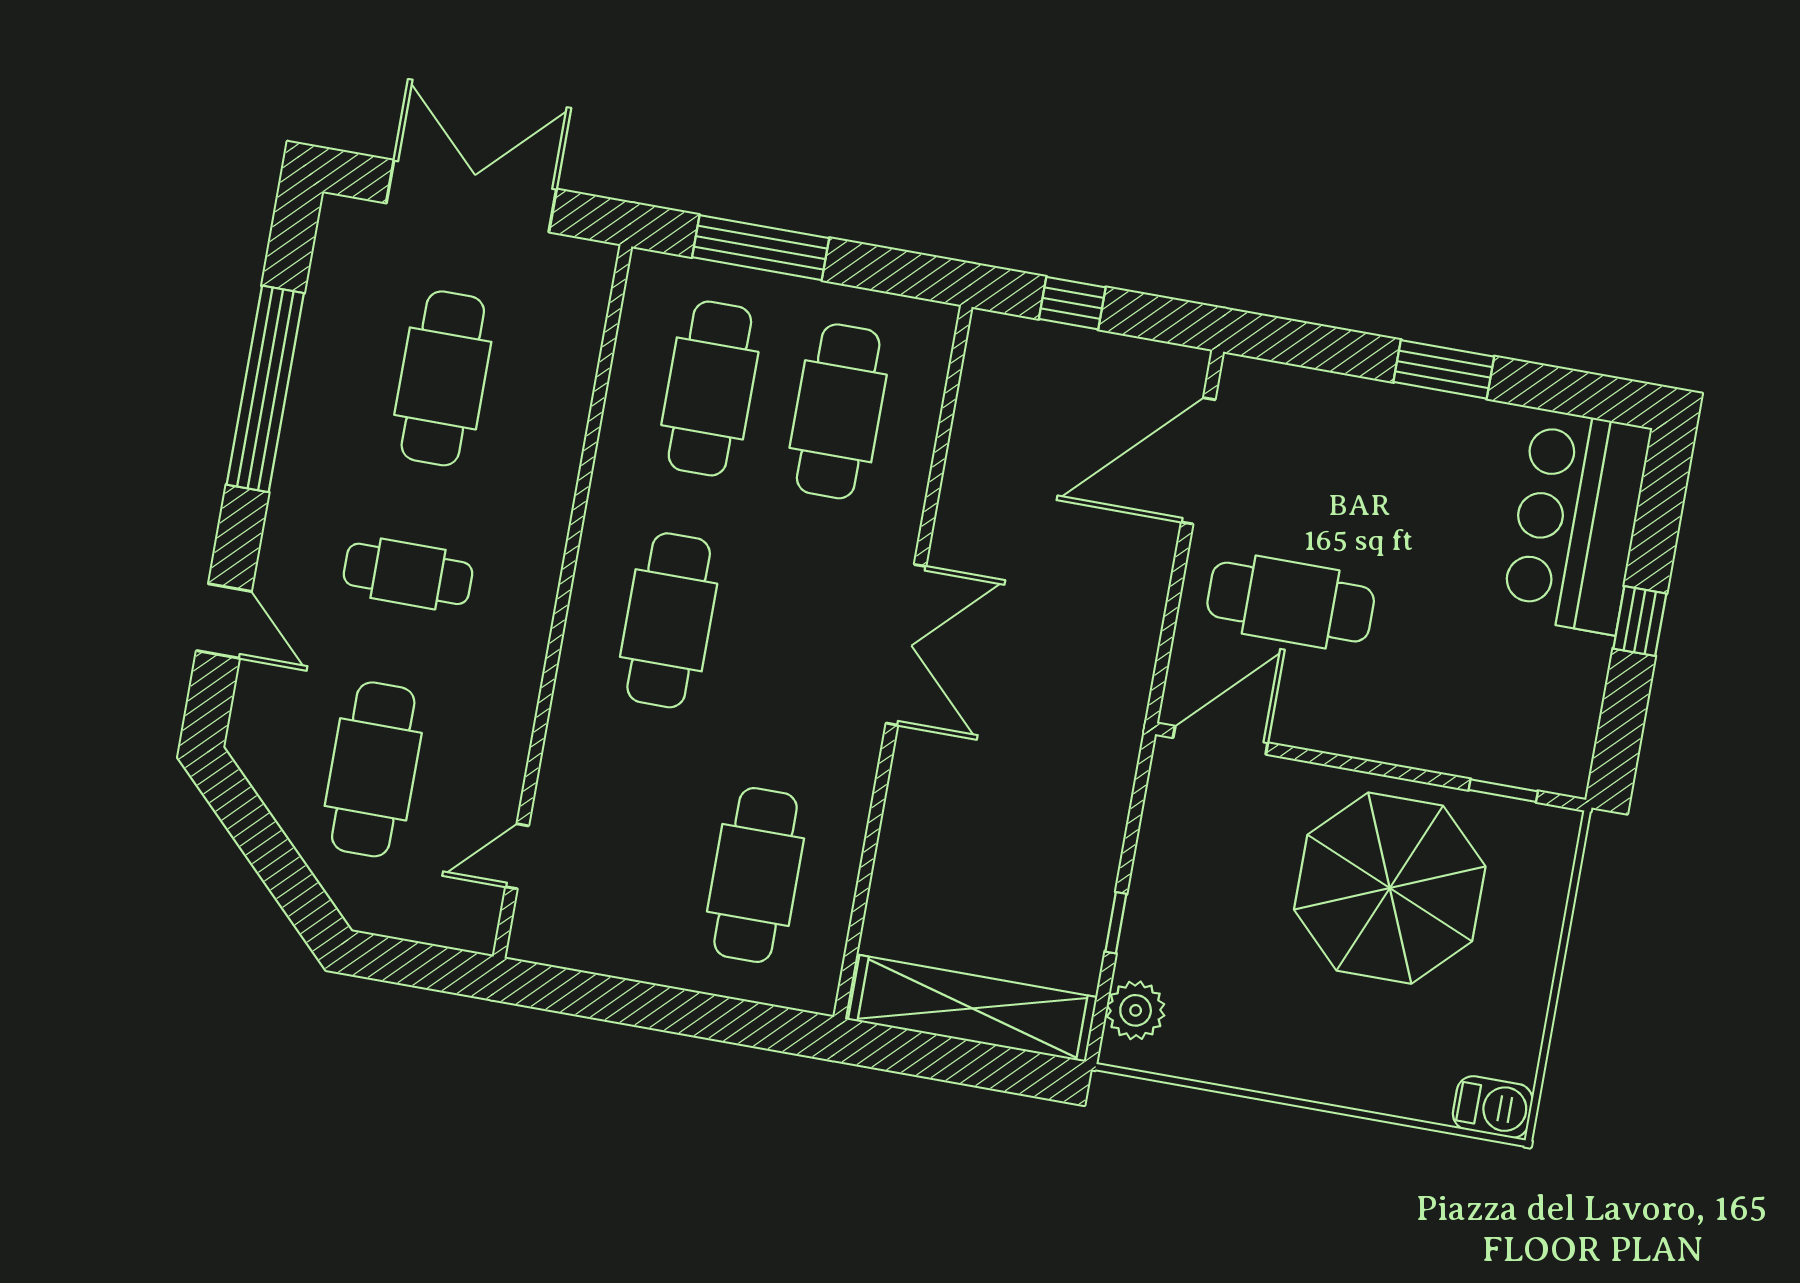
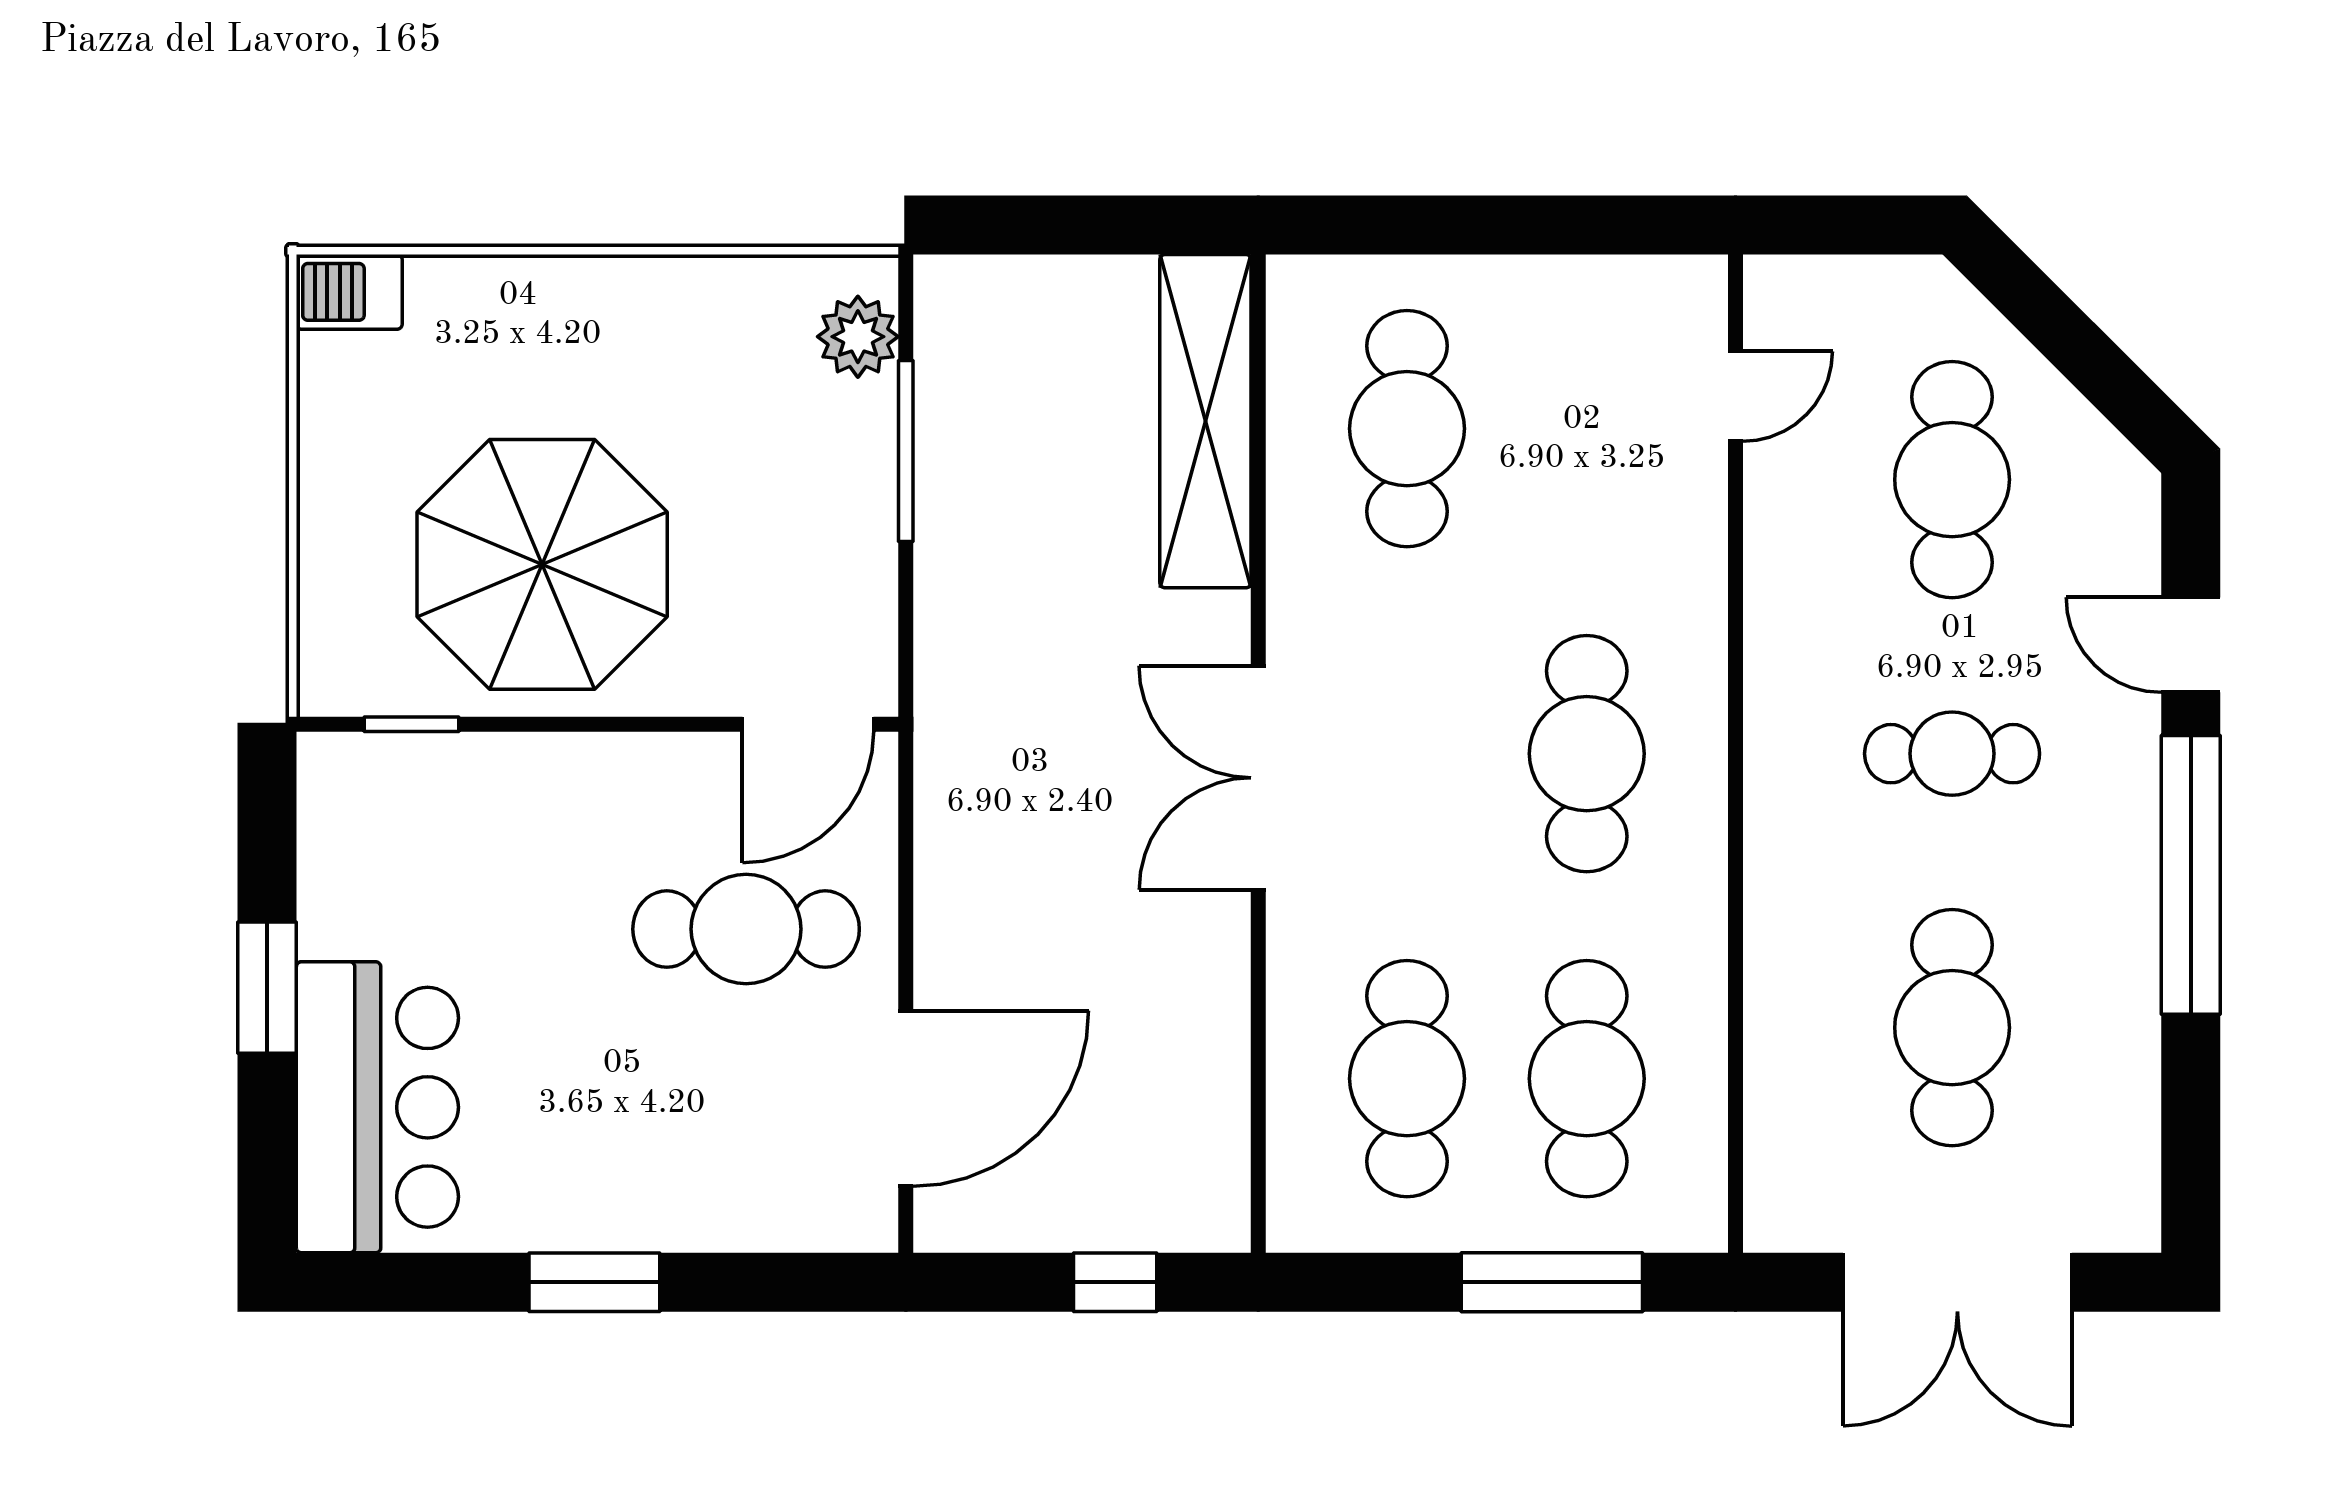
window: (265, 389) -> (2191, 875), moved
window: (1640, 621) -> (267, 988), width x1.50
window: (1116, 923) -> (906, 451), width x2.17
shelving: (973, 1008) -> (1205, 421), moved, turned 90

